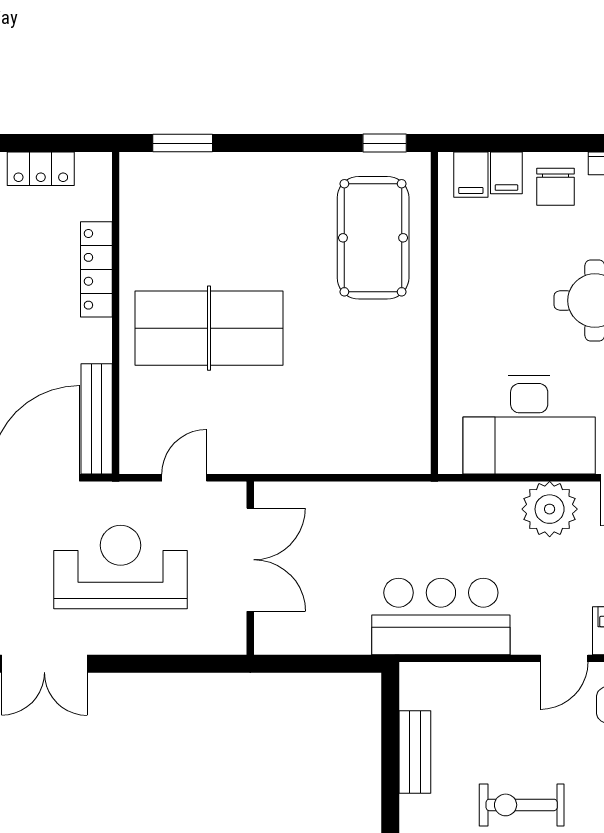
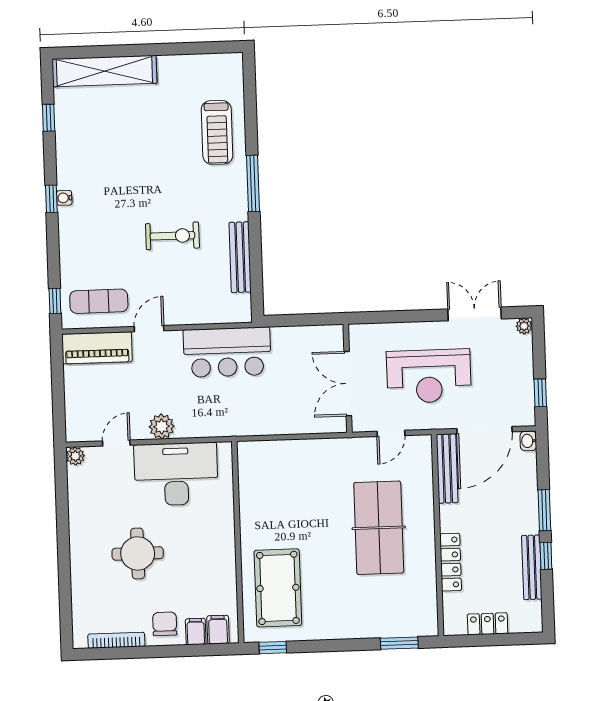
table tennis table: (209, 328) -> (379, 528), turned 90
plant: (550, 509) -> (162, 426), width x0.73, depth x0.73
bench: (415, 752) -> (240, 257), width x1.36

